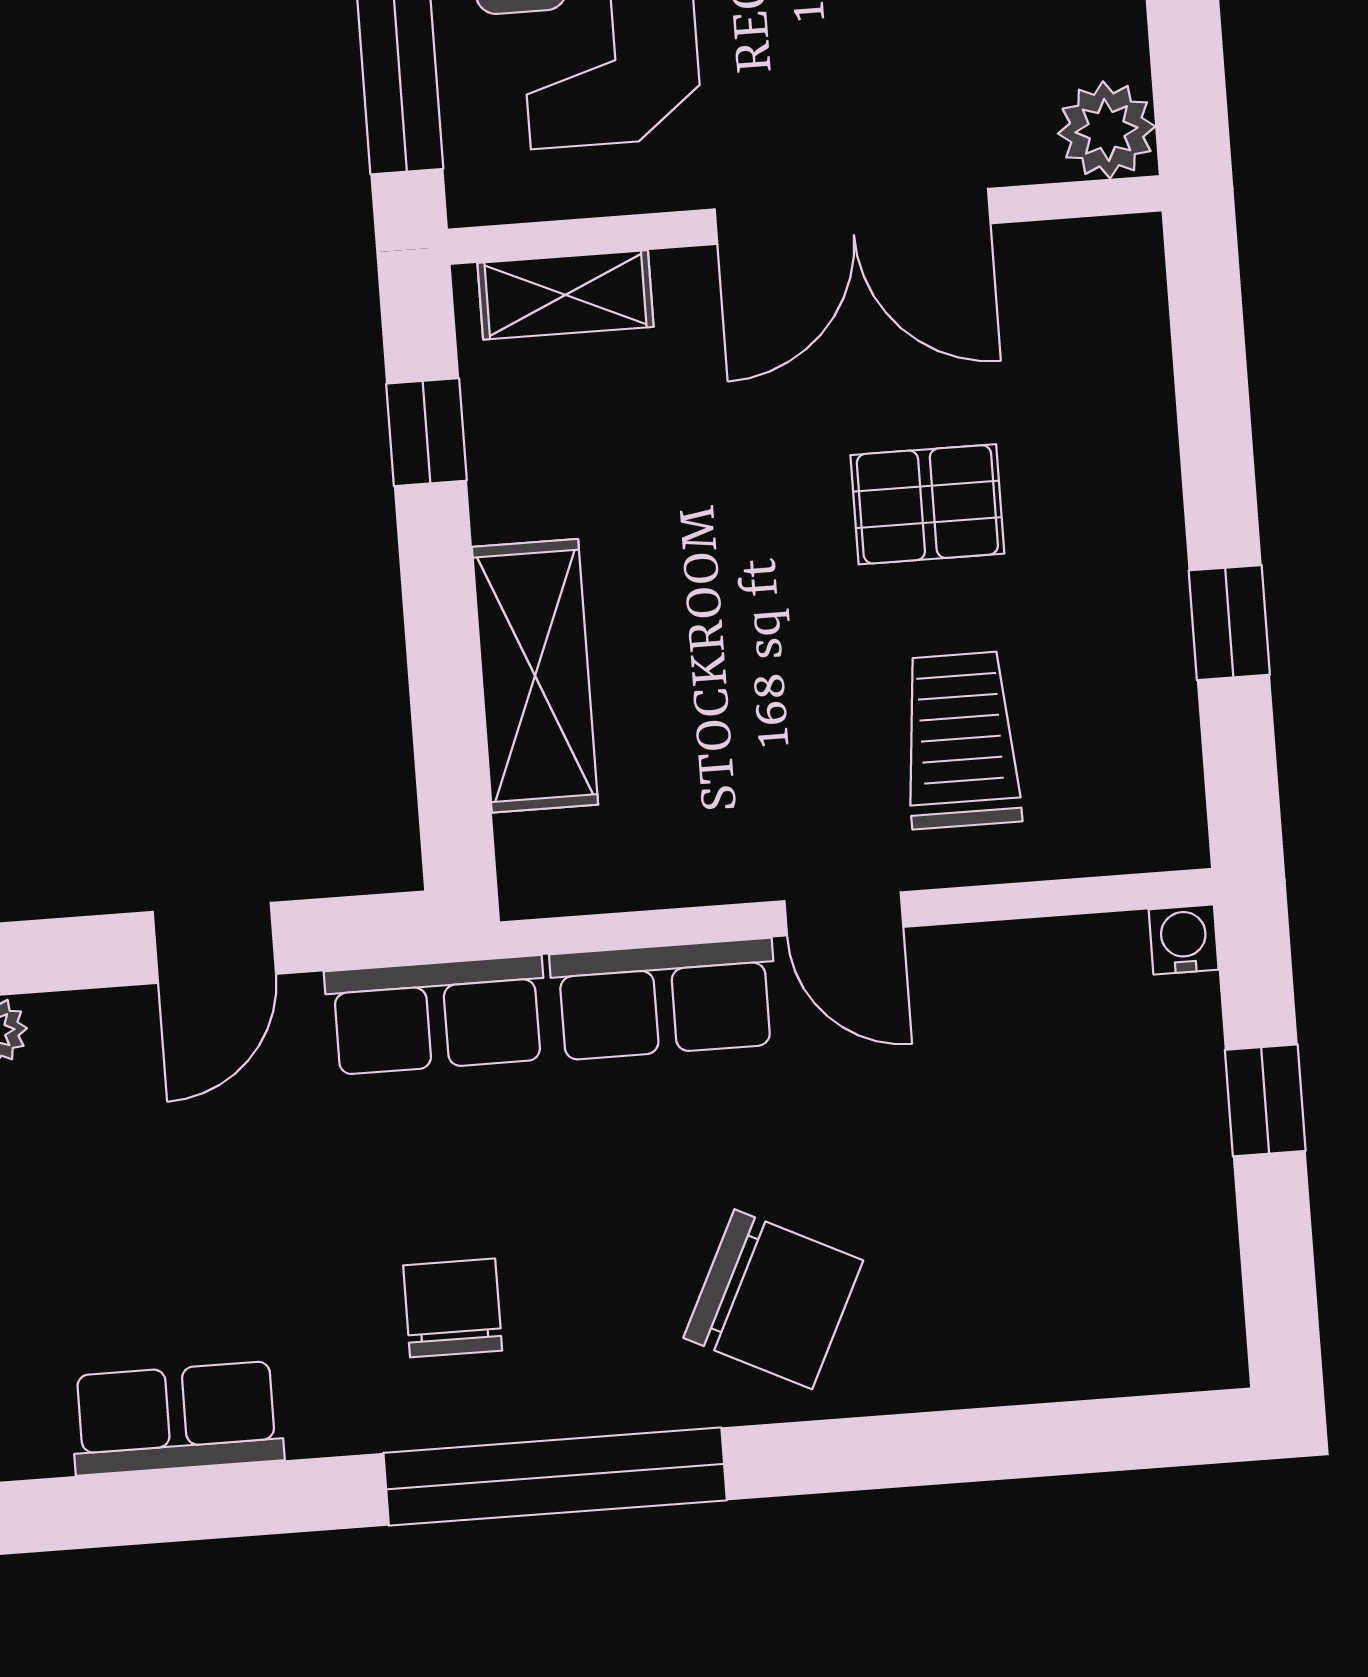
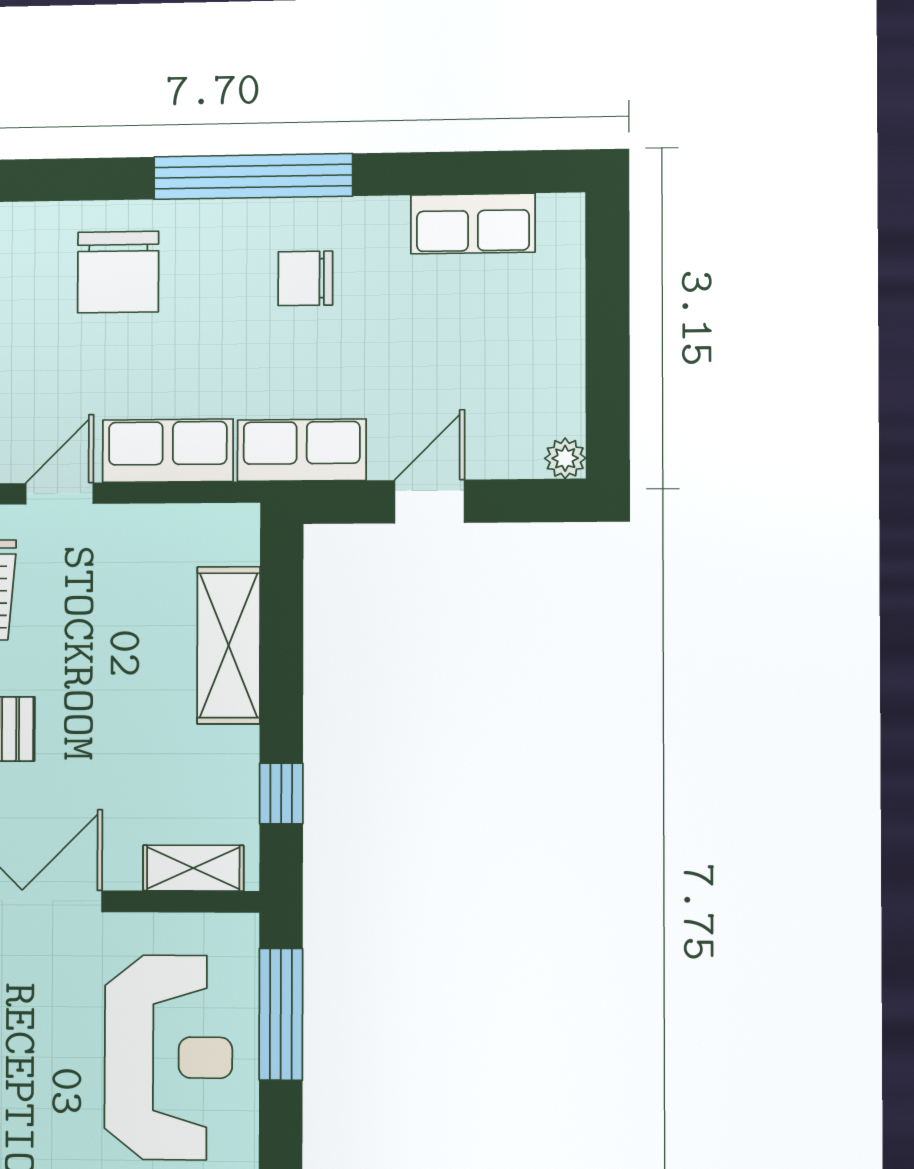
door: (844, 914) -> (60, 494), hinge flipped
chair: (773, 1299) -> (118, 272), turned -116
chair: (453, 1308) -> (305, 278), turned 90

